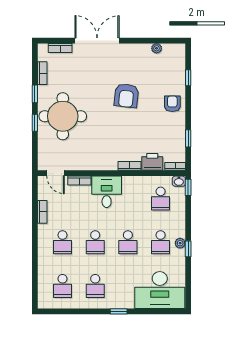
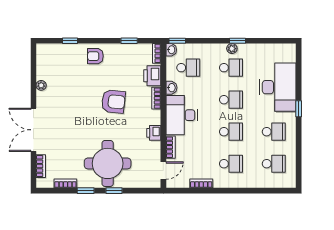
plant: (157, 48) -> (41, 85), moved
armchair: (126, 96) -> (113, 102), moved
printer: (94, 163) -> (154, 133), added
washbasin: (140, 181) -> (171, 88), added
desk: (107, 192) -> (182, 115), width x1.37
desk: (160, 290) -> (278, 87), moved

